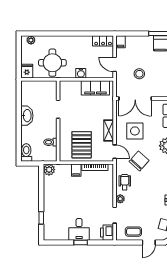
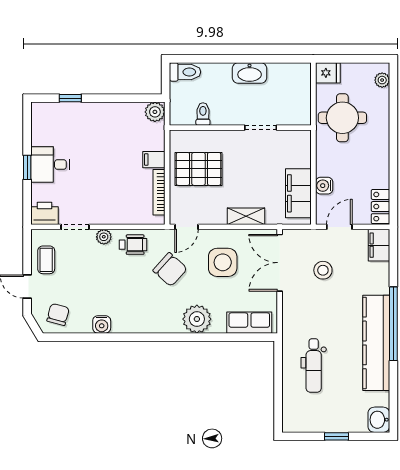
filing cabinet: (120, 42) -> (379, 245), width x2.00
water cooler: (81, 73) -> (324, 186), moved
shelving: (109, 131) -> (246, 216), moved

